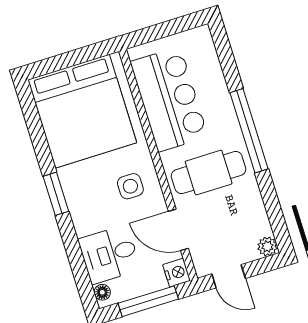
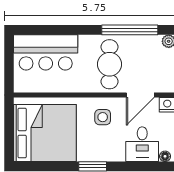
bar counter: (169, 99) -> (46, 52), moved, turned 180
window: (249, 131) -> (130, 30), moved

